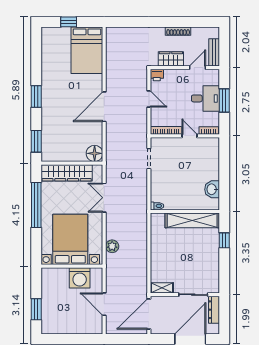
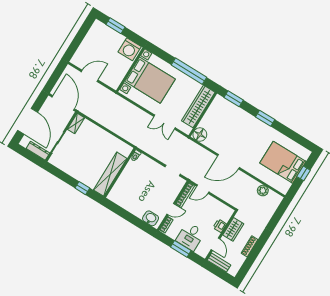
bed: (87, 50) -> (283, 162), moved
printer: (157, 75) -> (220, 226), moved
door: (149, 99) -> (203, 189), moved
door: (104, 107) -> (228, 162), swing flipped
washbasin: (212, 189) -> (151, 218), moved
double door: (104, 198) -> (165, 122), swing flipped
plant: (112, 246) -> (263, 191), moved
washing machine: (80, 278) -> (130, 49), moved, turned -90

